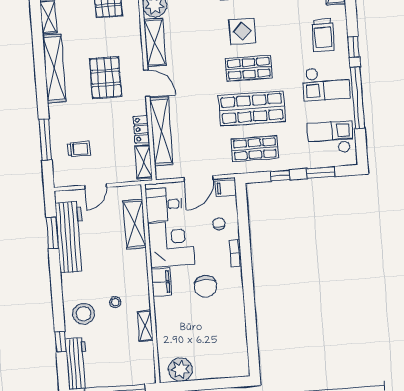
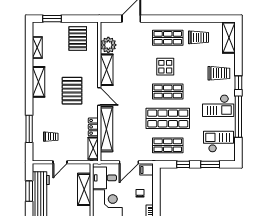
trolley: (323, 35) -> (219, 73), turned -90
shelving: (54, 68) -> (38, 82), width x0.68

